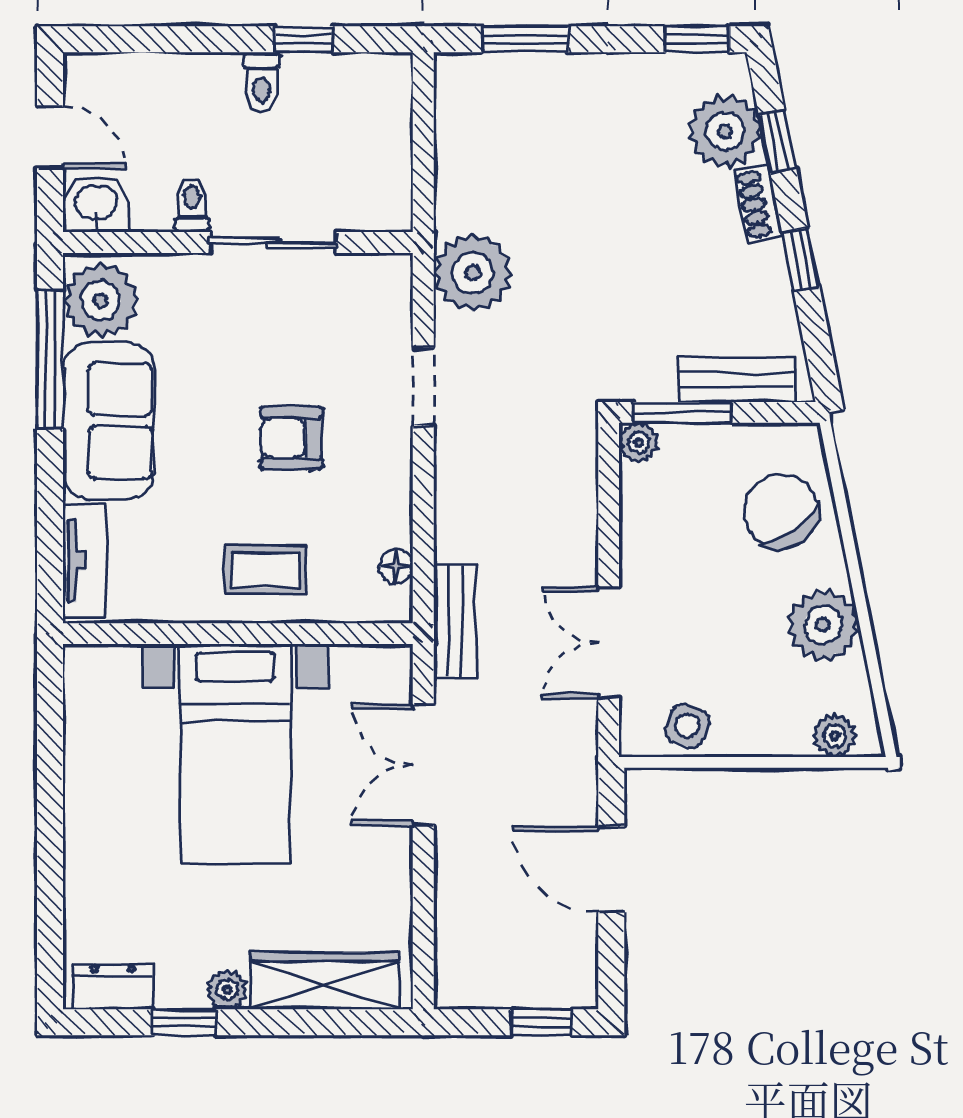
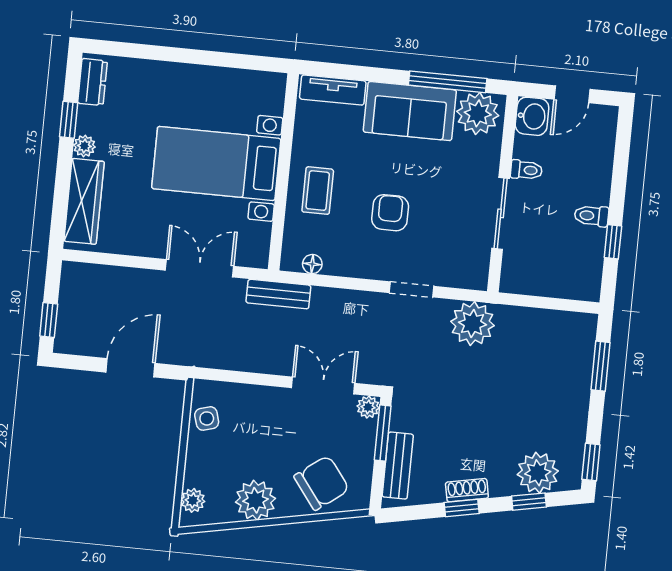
shoe rack: (758, 204) -> (467, 490), moved
double door: (609, 643) -> (323, 385), moved
side table: (687, 726) -> (207, 418), turned -35

